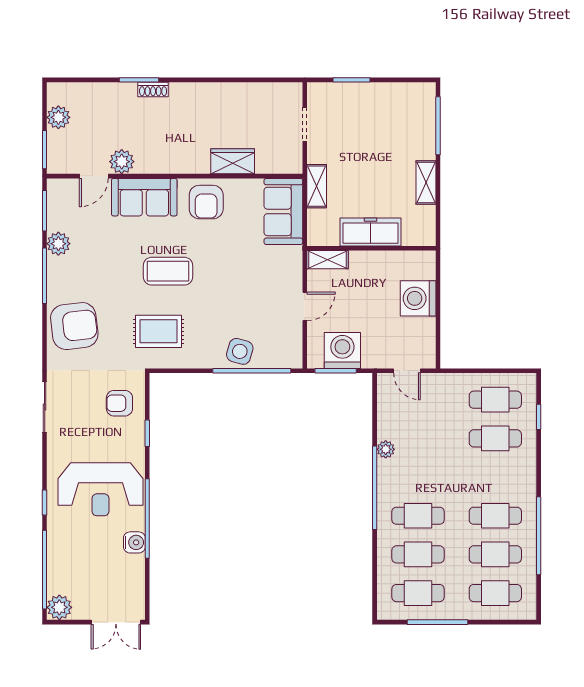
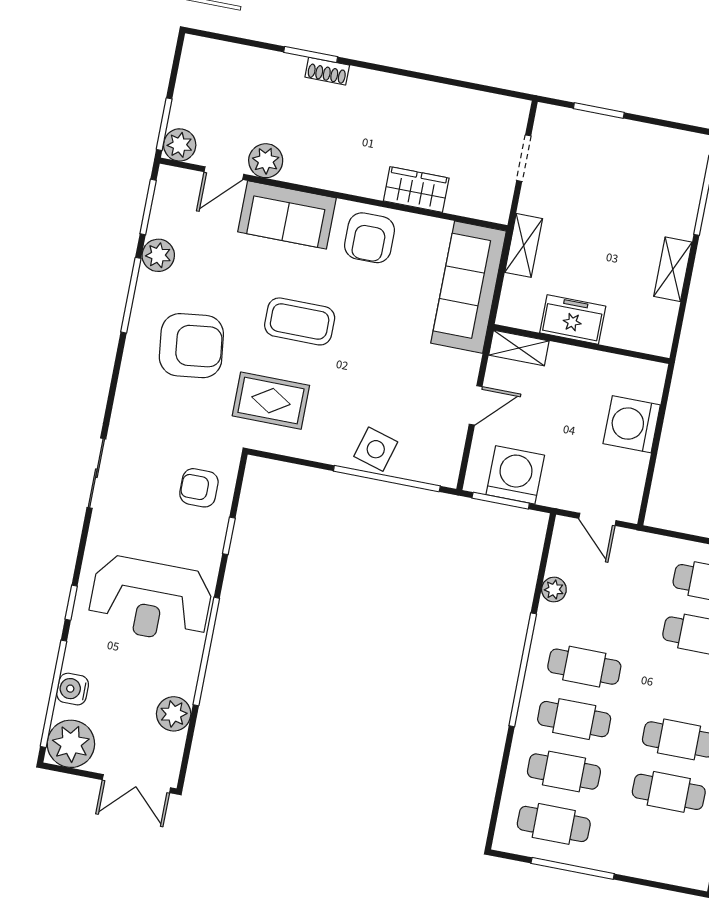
plant: (58, 117) -> (180, 145), moved
sofa: (283, 211) -> (469, 287), width x1.36
freezer: (370, 232) -> (573, 319), width x0.71
armchair: (74, 326) -> (191, 346), moved
plant: (386, 449) -> (554, 590), moved
water cooler: (134, 542) -> (73, 689), moved, turned 180
plant: (133, 567) -> (174, 714), added
cafe table: (495, 593) -> (584, 667), moved
plant: (59, 607) -> (71, 744), width x1.36, depth x1.36

